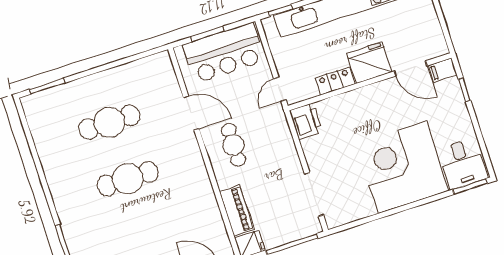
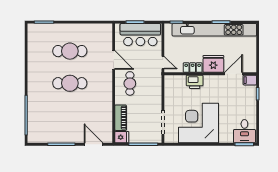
door: (411, 68) -> (234, 74), swing flipped
door: (280, 89) -> (163, 63), swing flipped
printer: (306, 121) -> (195, 82), moved, turned 90
corner desk: (402, 167) -> (198, 123), moved

